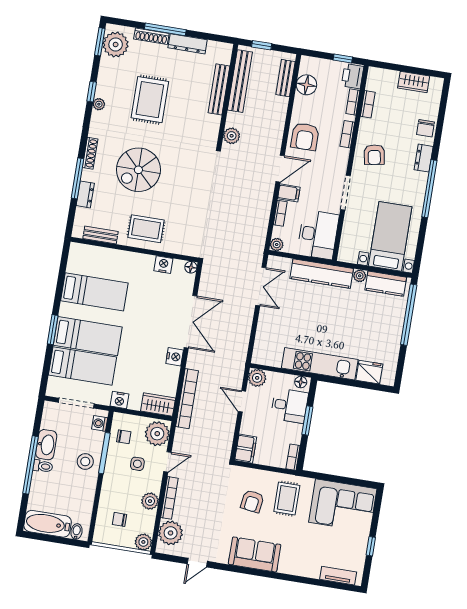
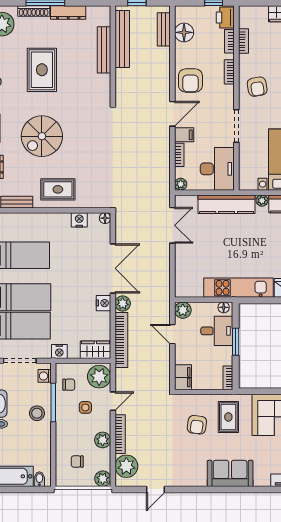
plant: (232, 136) -> (123, 304), moved
sofa: (255, 554) -> (230, 473), moved

